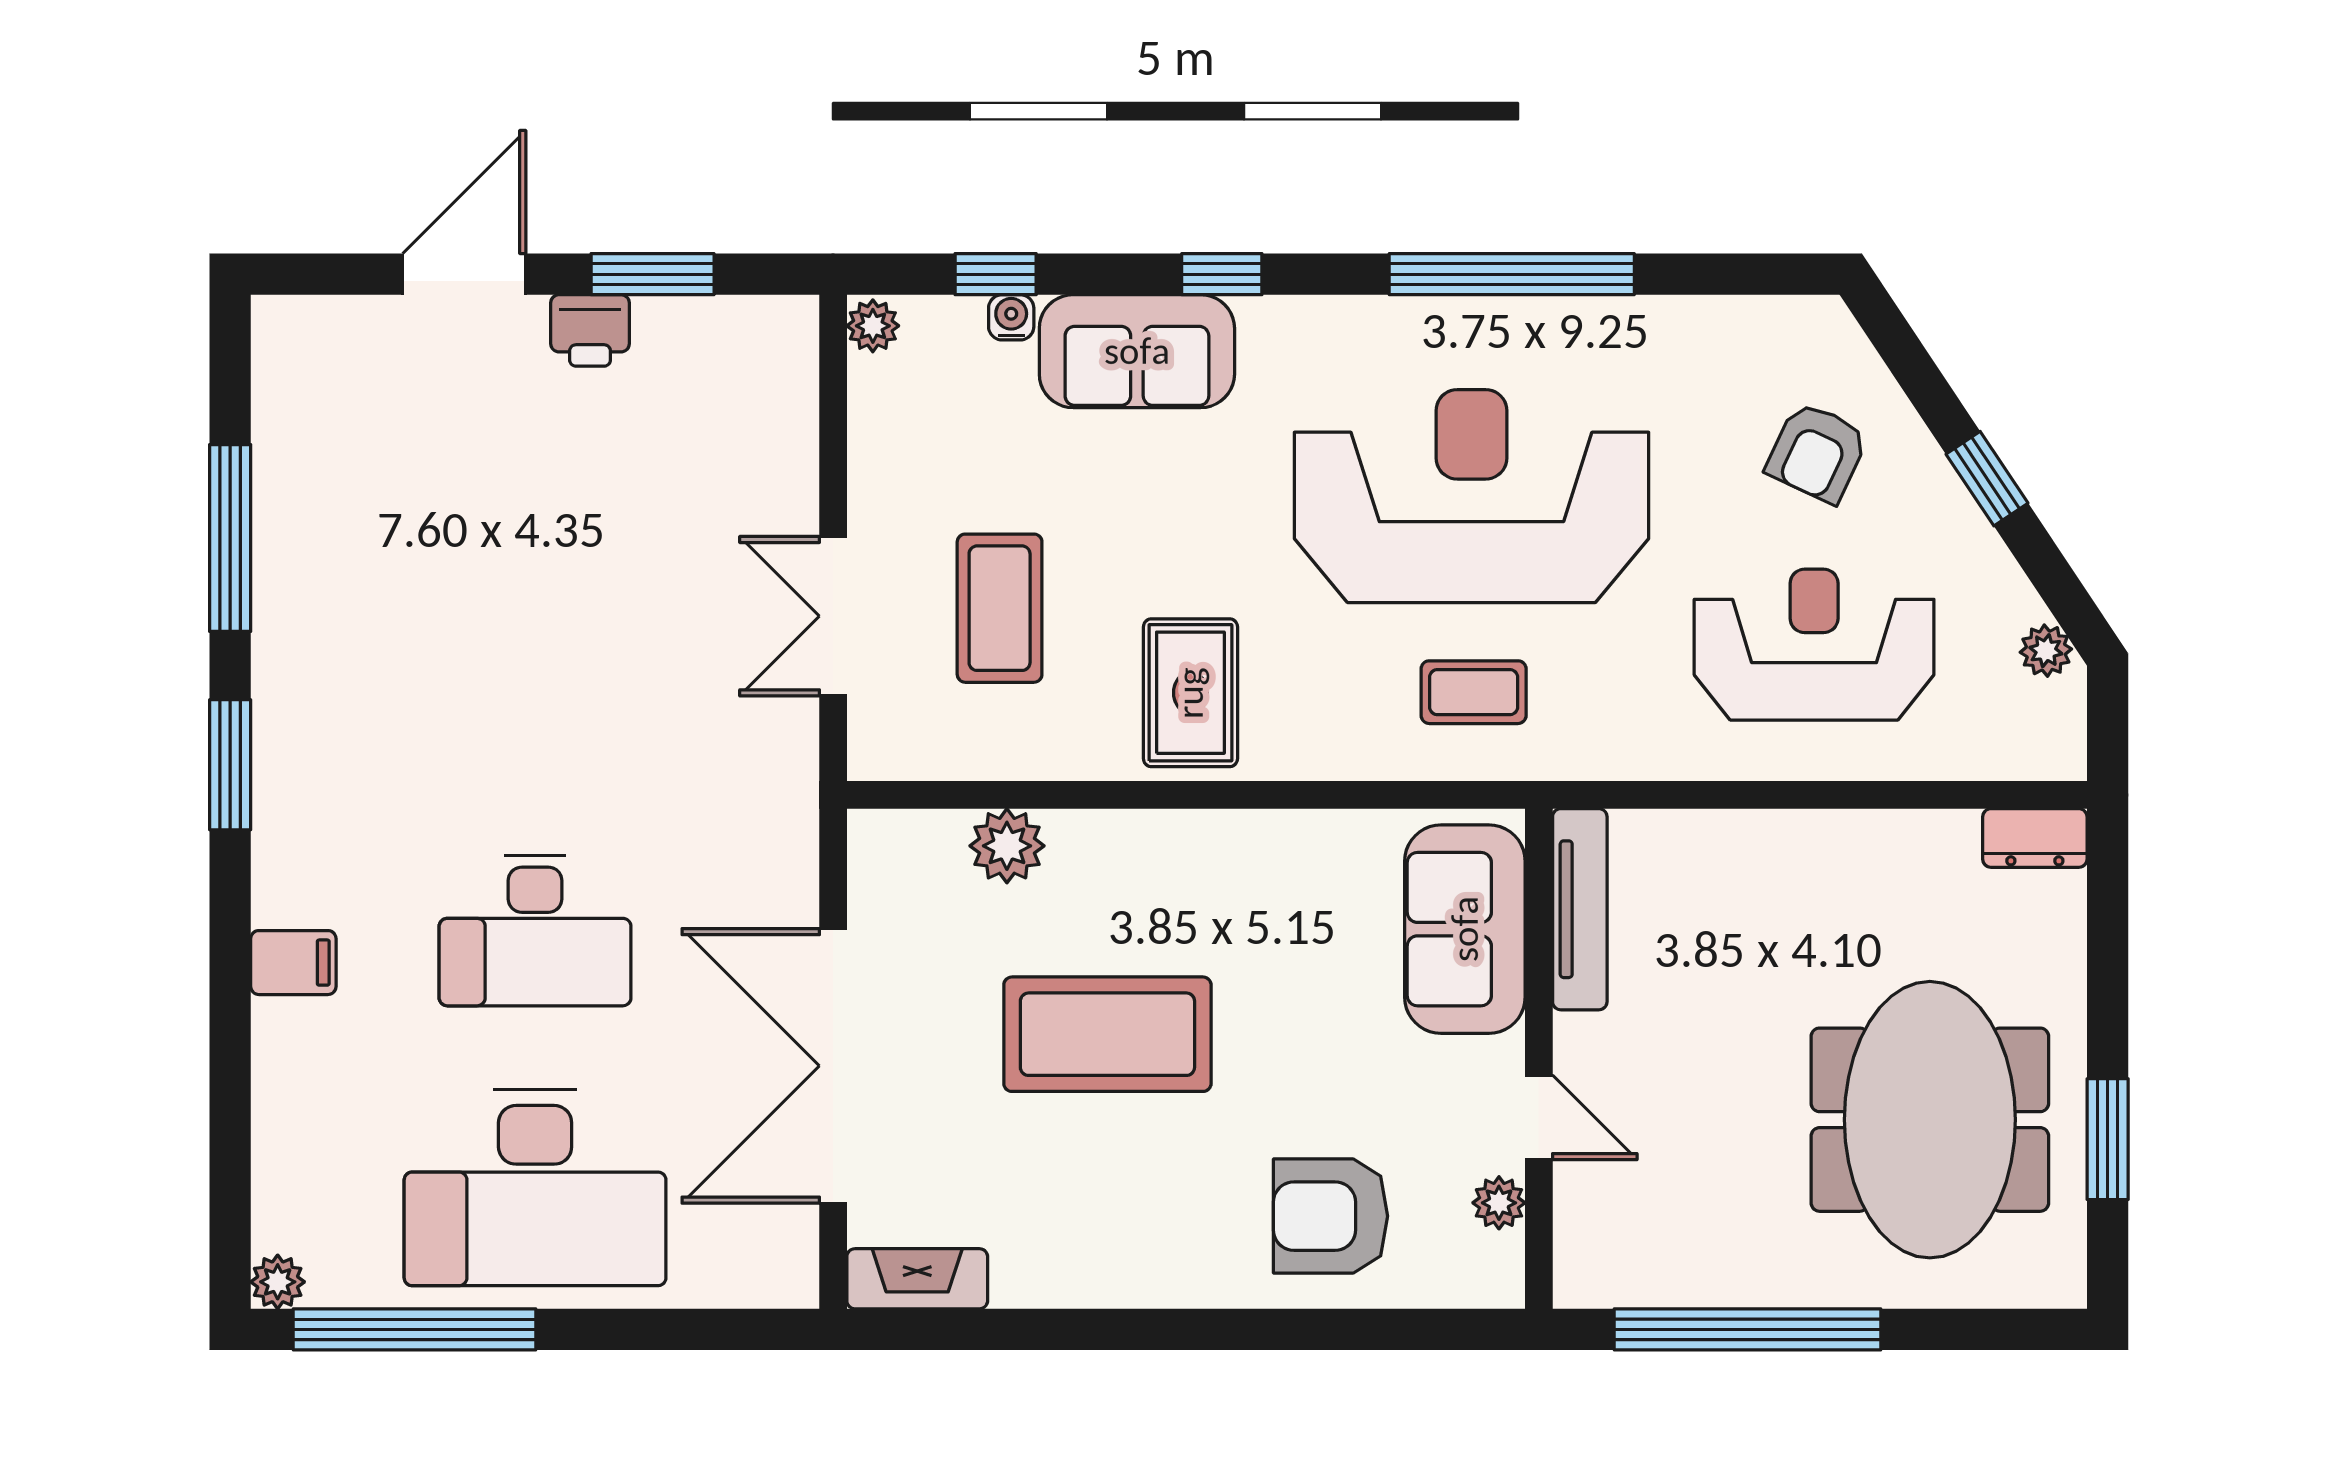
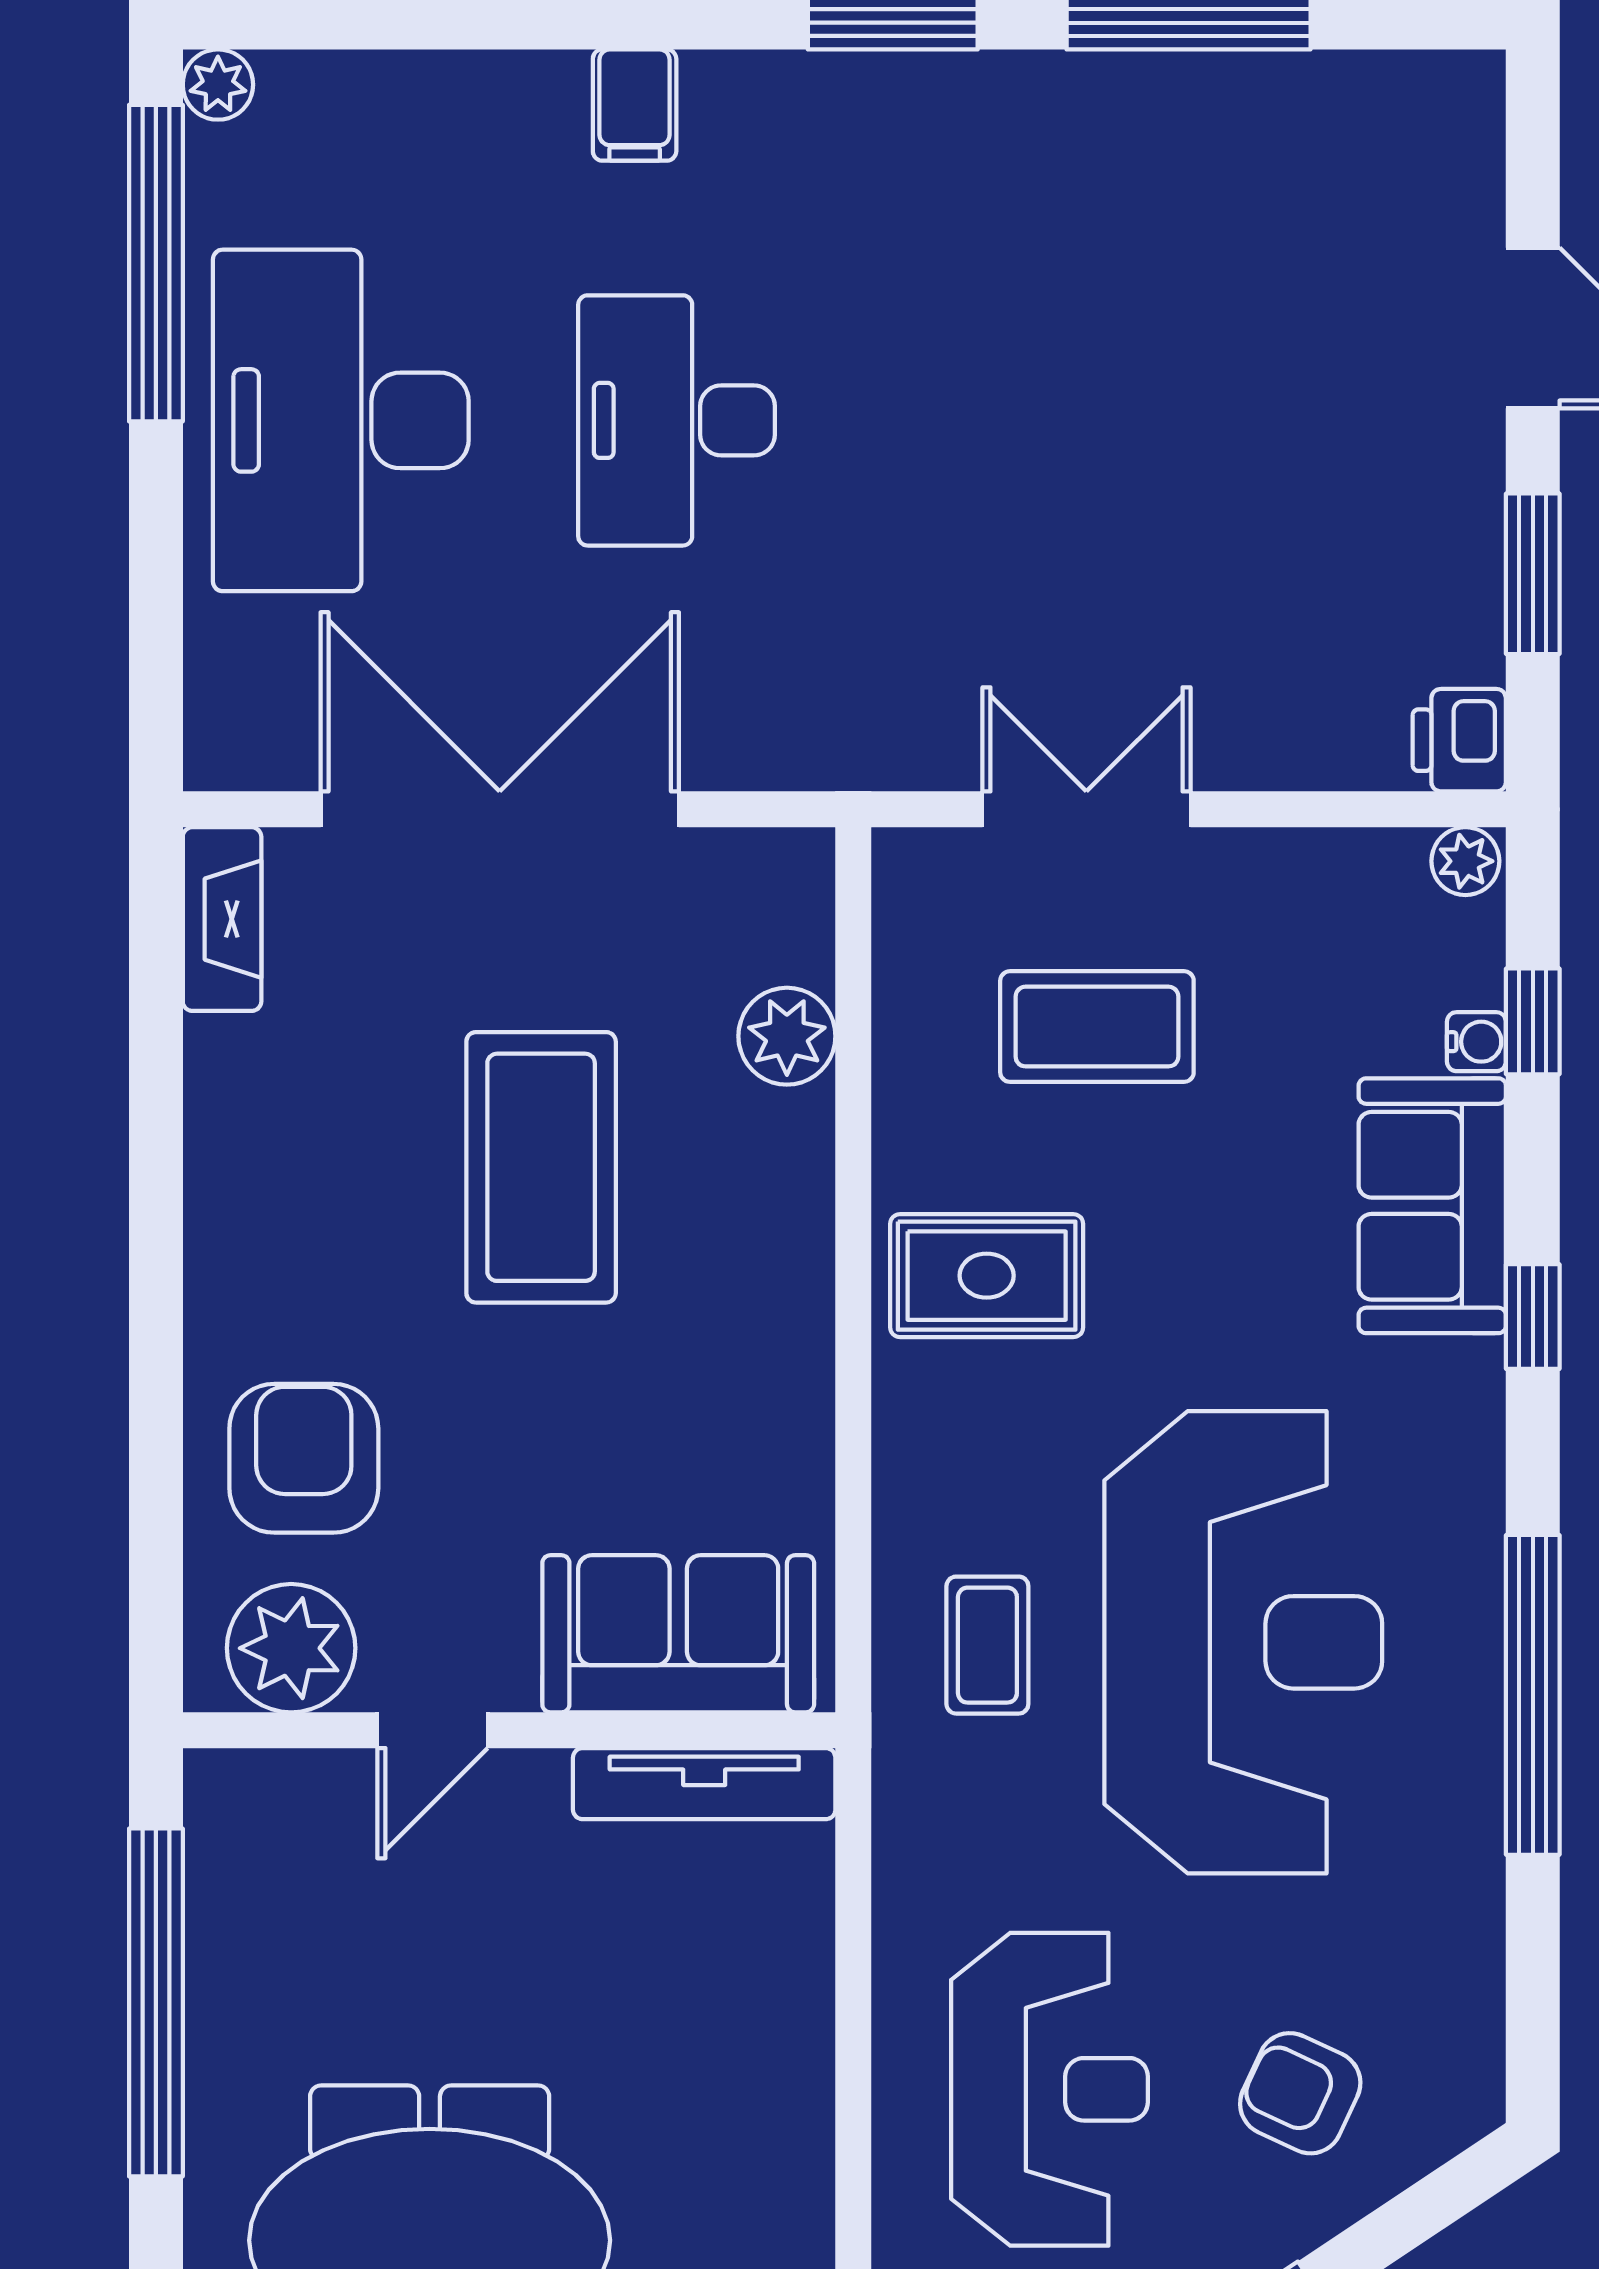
printer: (590, 330) -> (1459, 740), moved
plant: (1499, 1203) -> (291, 1648), width x1.88, depth x1.88

